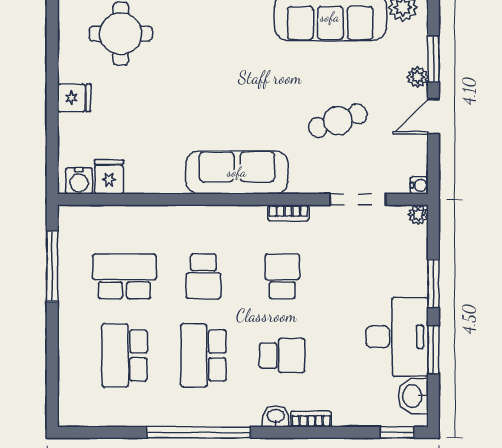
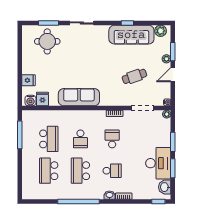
fridge: (74, 98) -> (29, 80), moved
sofa: (237, 172) -> (79, 97), moved
school desk: (124, 276) -> (49, 139), turned 90

